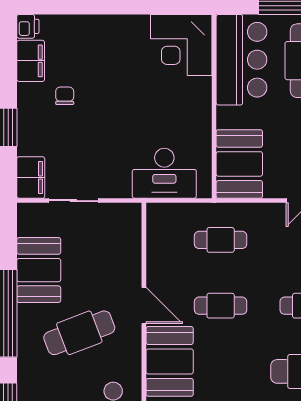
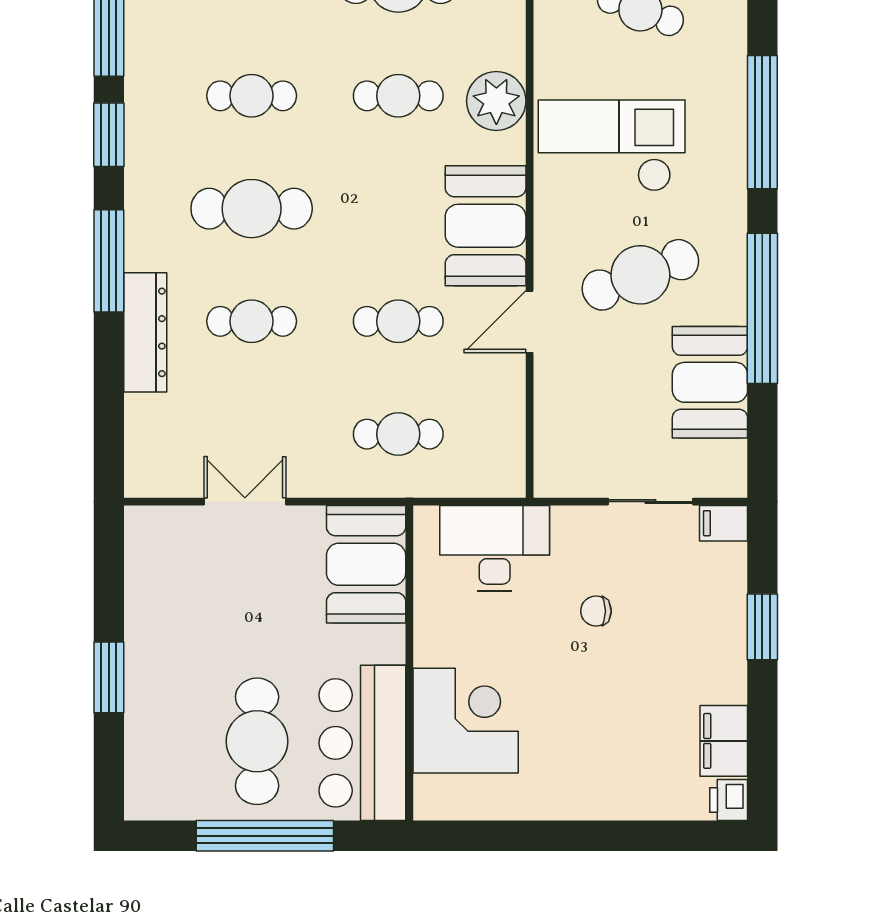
corner desk: (181, 45) -> (466, 721), moved
chair: (65, 96) -> (596, 611), moved, turned 90
filing cabinet: (31, 177) -> (724, 523), width x0.50
door: (144, 305) -> (530, 322), hinge flipped

